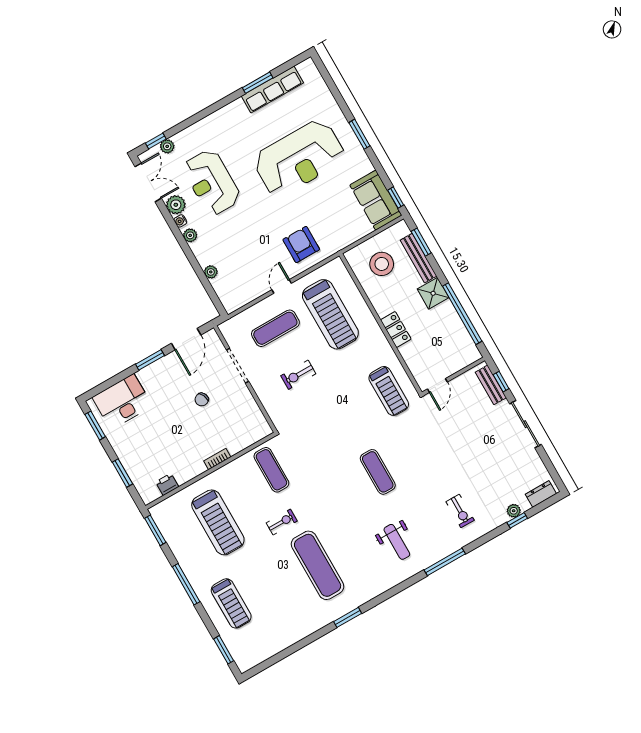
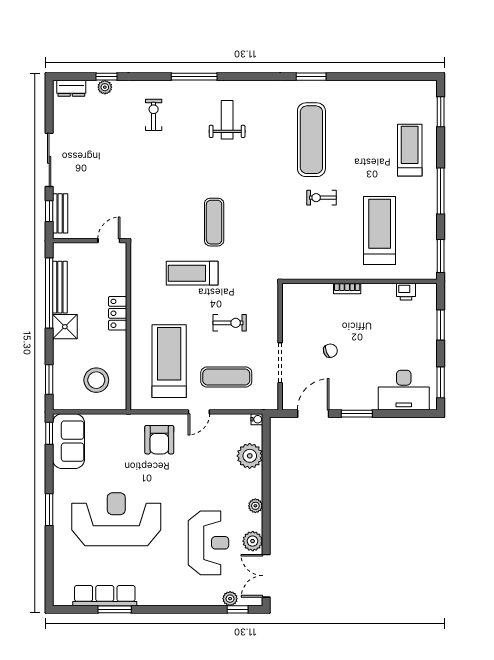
water cooler: (180, 221) -> (257, 419), moved
bench: (418, 258) -> (60, 287), moved
plant: (211, 272) -> (250, 456), width x1.87, depth x1.87
treadmill: (389, 391) -> (192, 273), moved, turned -90
exercise mat: (271, 470) -> (304, 250), removed
exercise mat: (378, 472) -> (214, 222), moved

